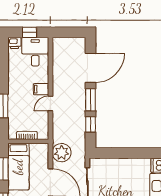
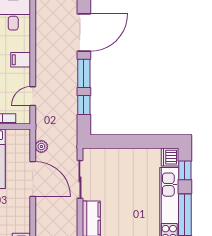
door: (50, 103) -> (33, 96), moved
plant: (62, 153) -> (41, 147), width x0.53, depth x0.53

